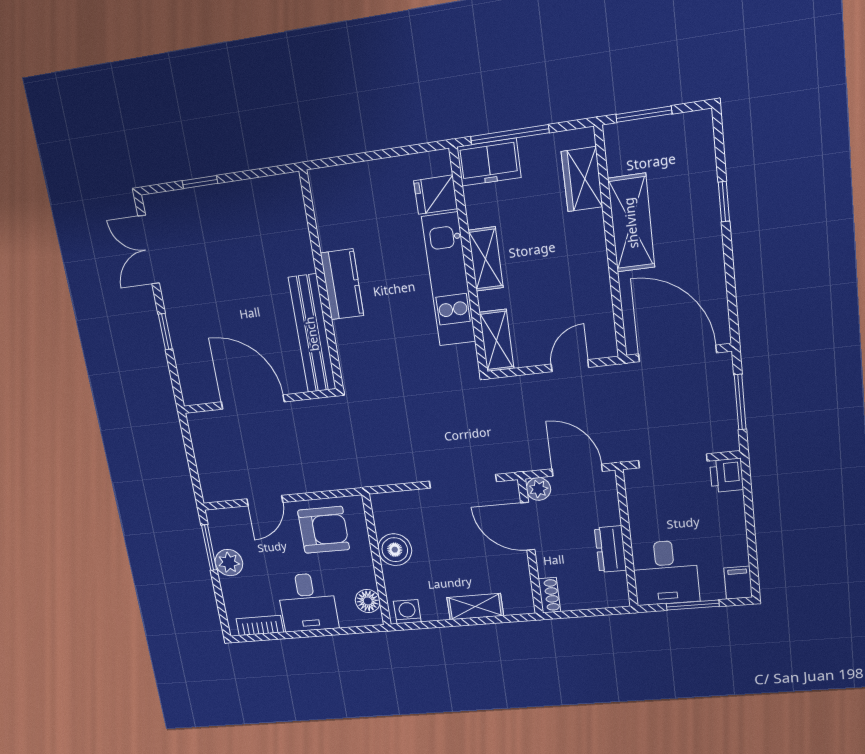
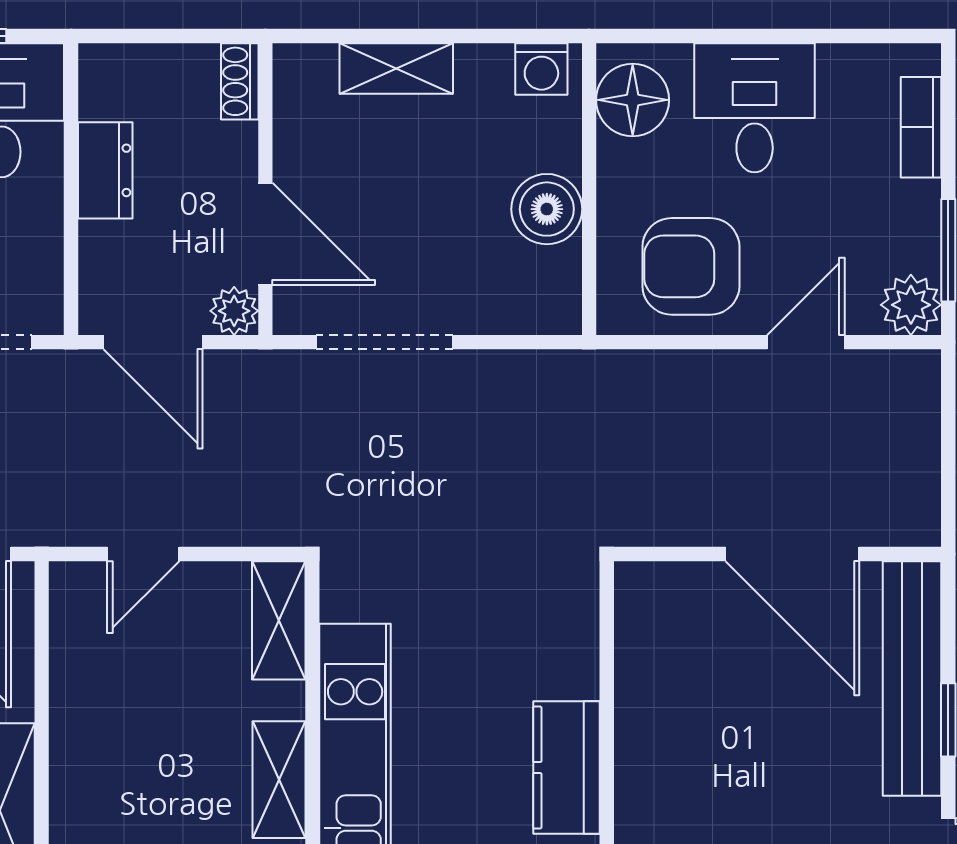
bench: (312, 334) -> (912, 678), moved
plant: (229, 563) -> (911, 305), moved
floor lamp: (368, 601) -> (633, 100), width x1.38, depth x1.38
bookcase: (260, 626) -> (921, 127), moved, turned 90

